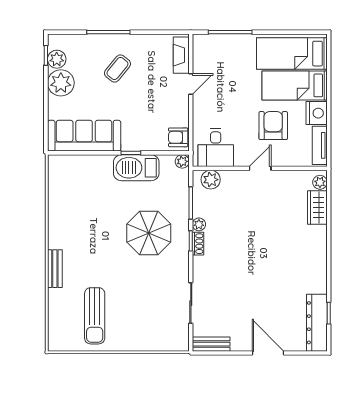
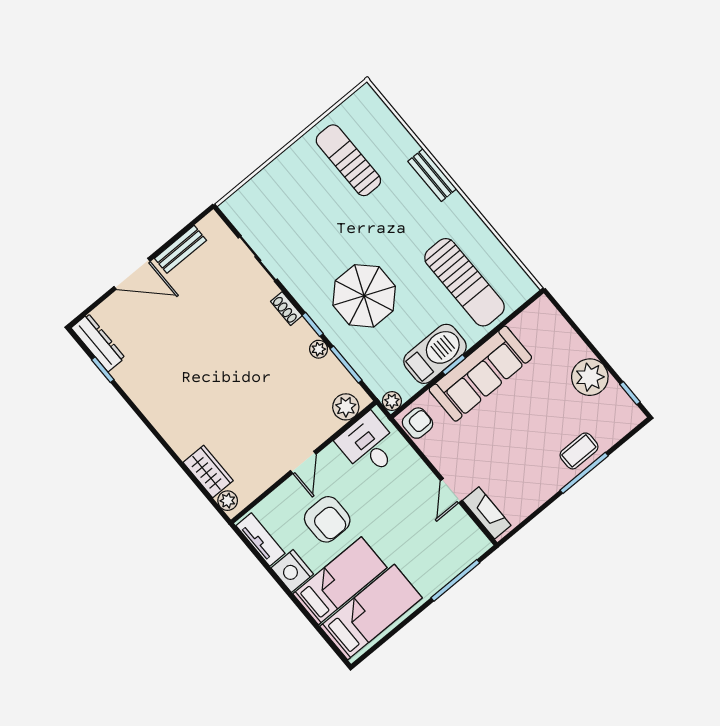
plant: (57, 59) -> (615, 399), removed
coffee table: (117, 68) -> (579, 451), moved, turned 51
sofa: (84, 136) -> (480, 374), moved
sun lounger: (87, 194) -> (464, 282), added
shoe rack: (198, 244) -> (286, 309), moved
dresser: (317, 323) -> (98, 343), width x0.73, depth x0.80
bench: (211, 344) -> (180, 249), moved

